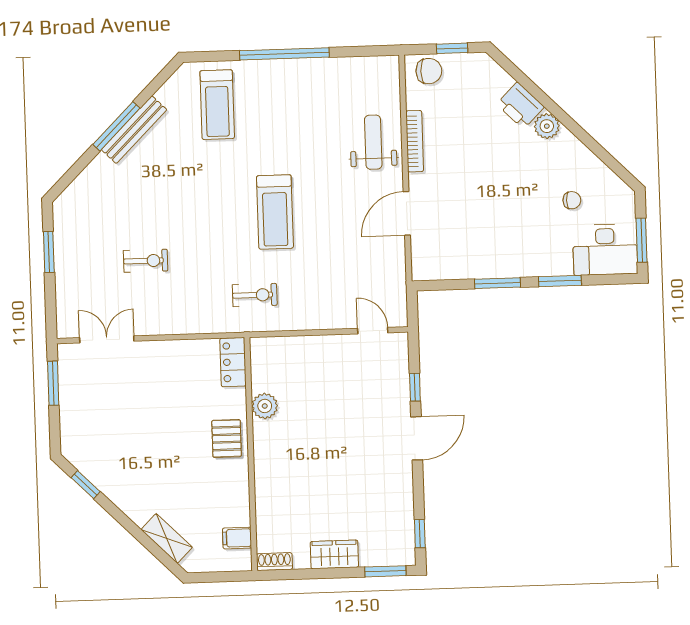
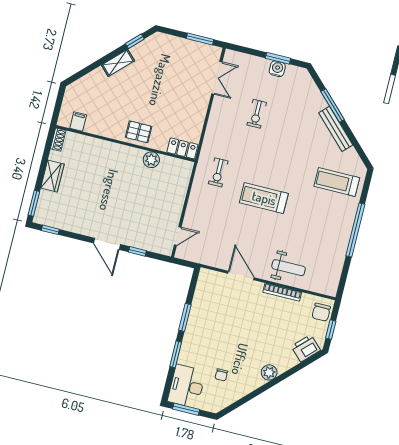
printer: (520, 105) -> (306, 348), moved
window: (116, 126) -> (333, 105), moved
water cooler: (66, 248) -> (277, 69), added
shelving: (167, 538) -> (118, 63), moved

